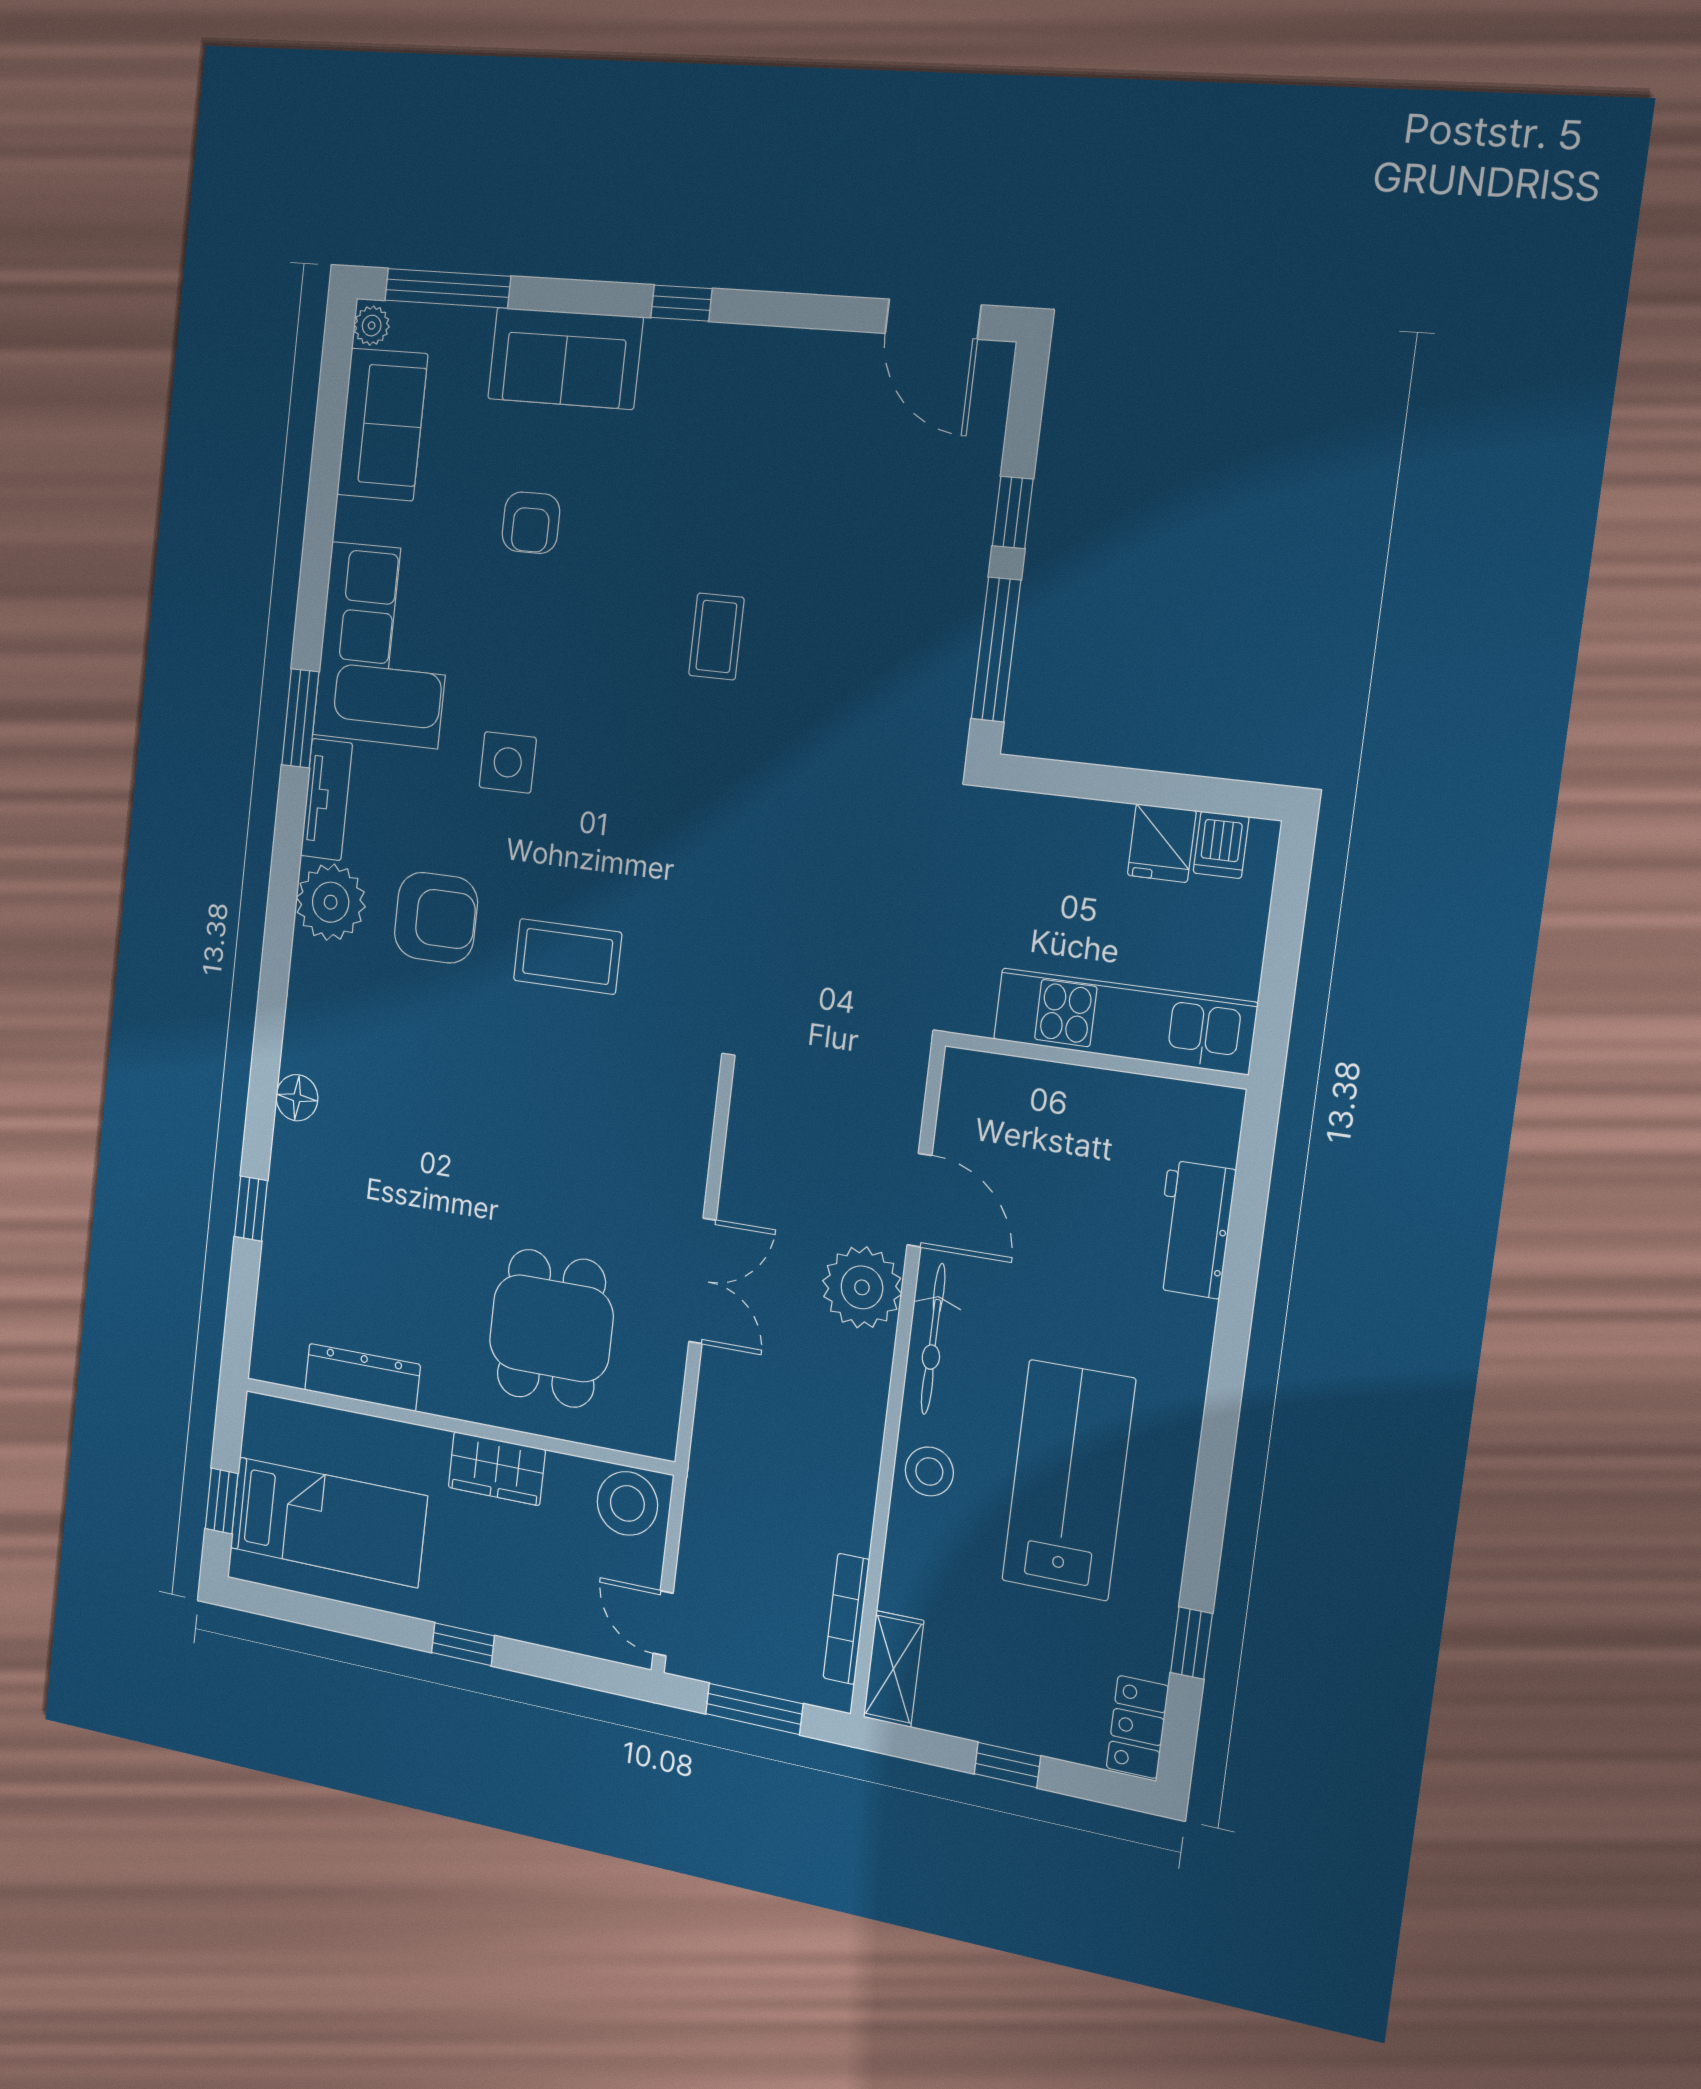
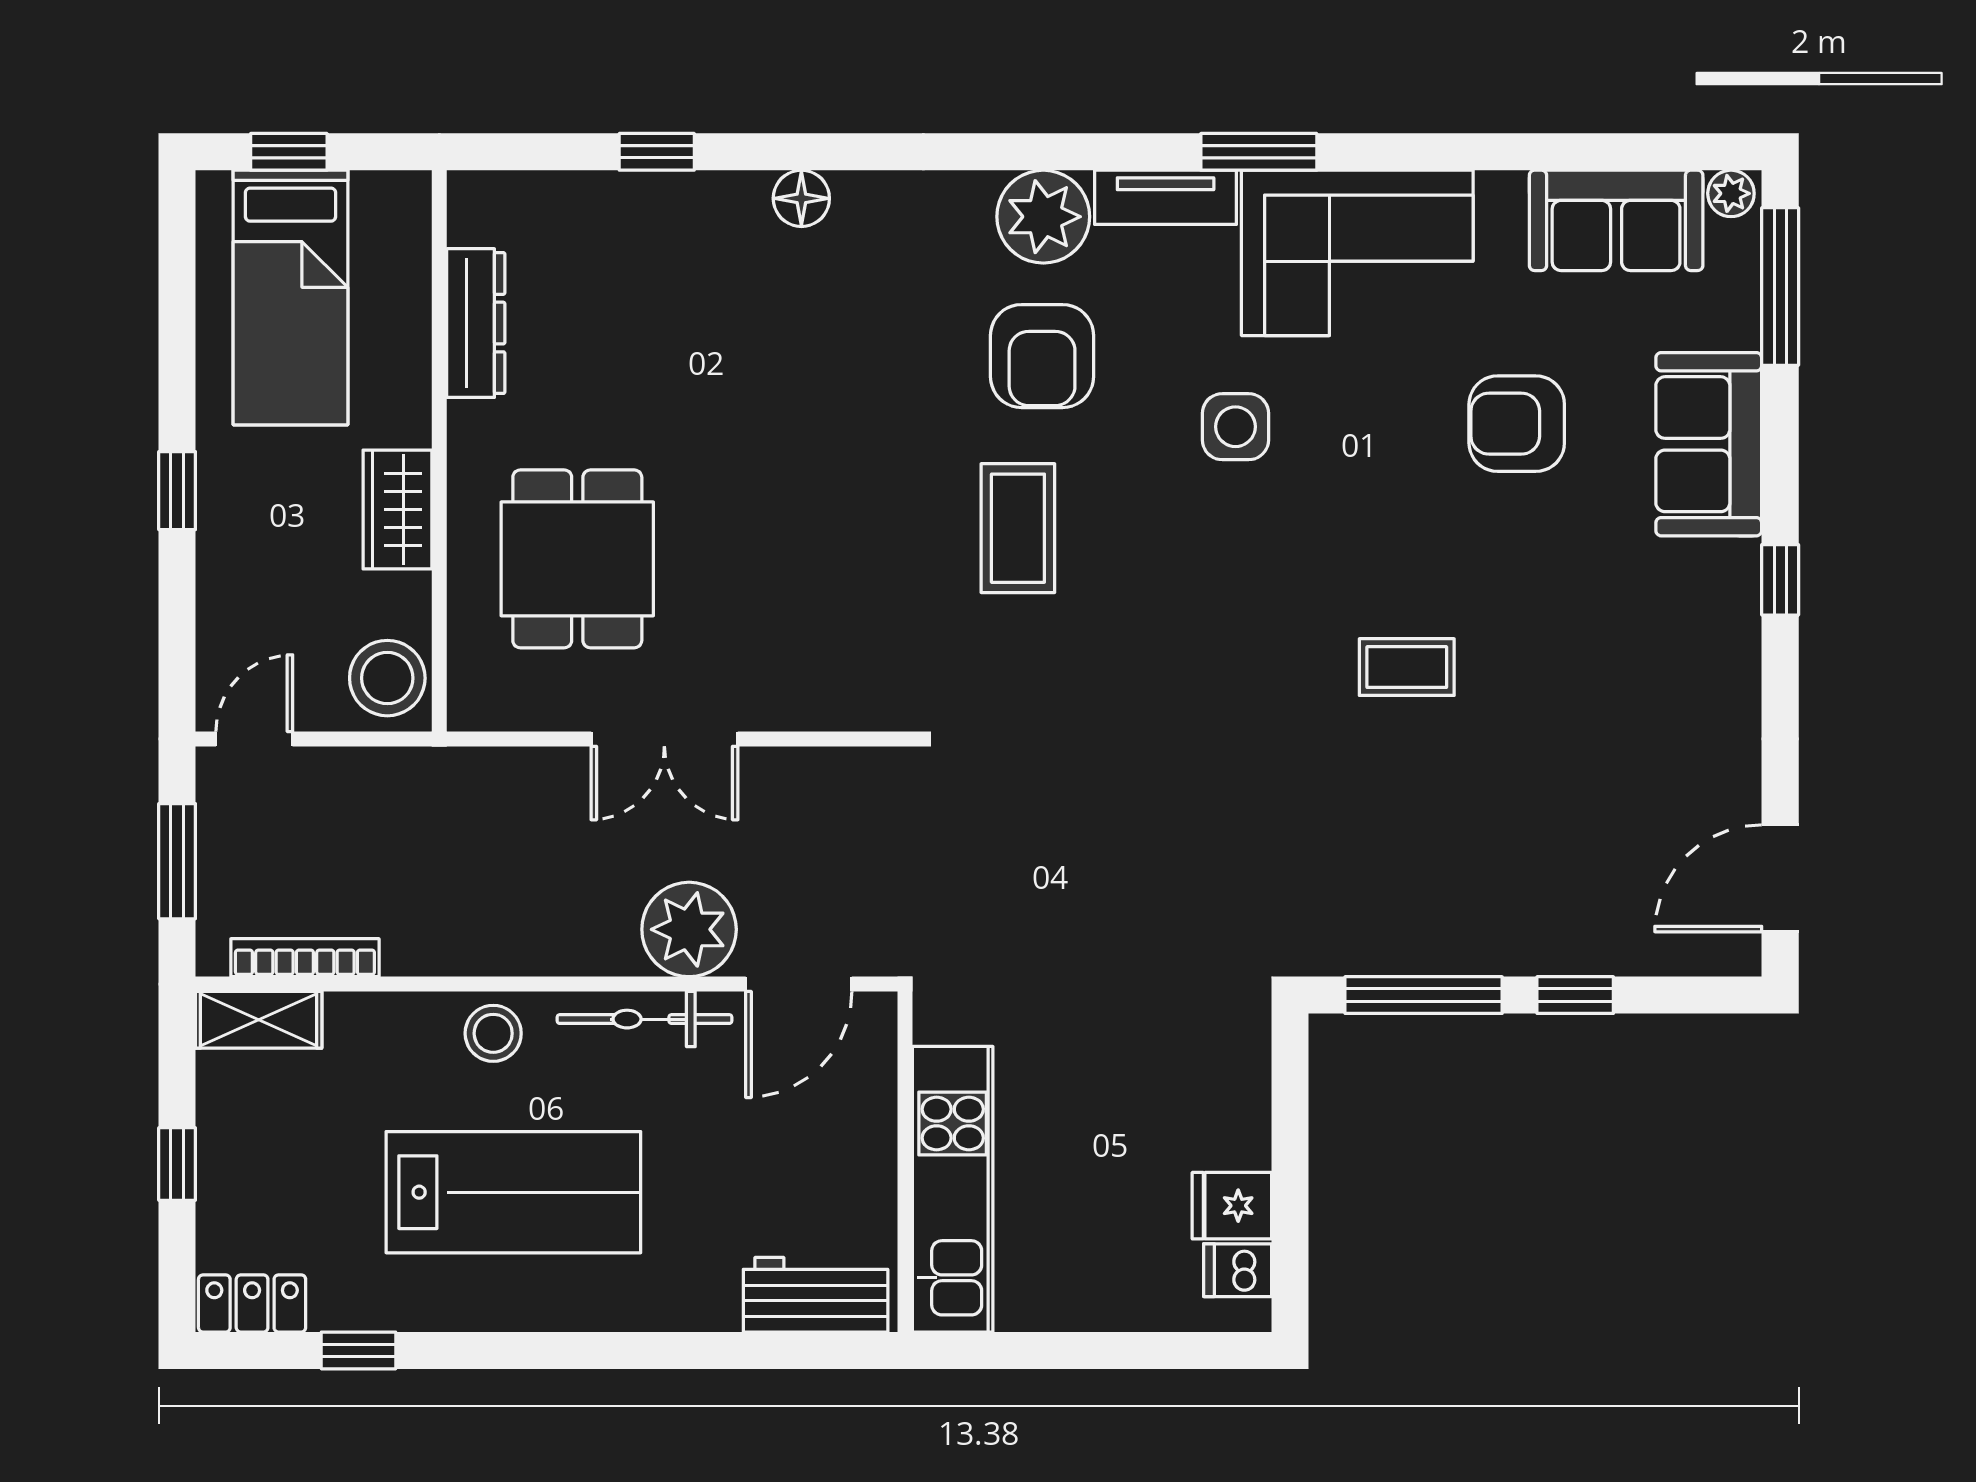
armchair: (531, 523) -> (1517, 424), width x1.38, depth x1.38
kitchen unit: (1124, 1021) -> (953, 1189), moved
wall: (1094, 1060) -> (905, 1162), moved
dining table: (551, 1328) -> (577, 559), turned 90

